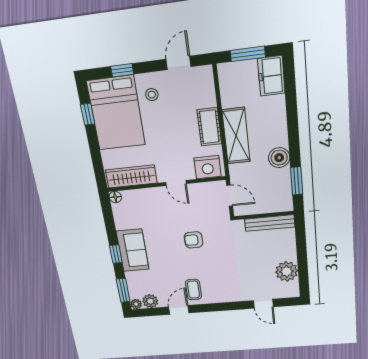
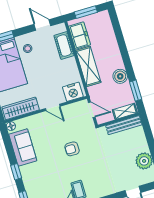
door: (178, 63) -> (42, 25), hinge flipped
freezer: (271, 76) -> (79, 36), moved, turned 180
cot: (209, 127) -> (64, 46), moved
shelving: (275, 206) -> (125, 111), added
sofa: (133, 250) -> (23, 147), moved

